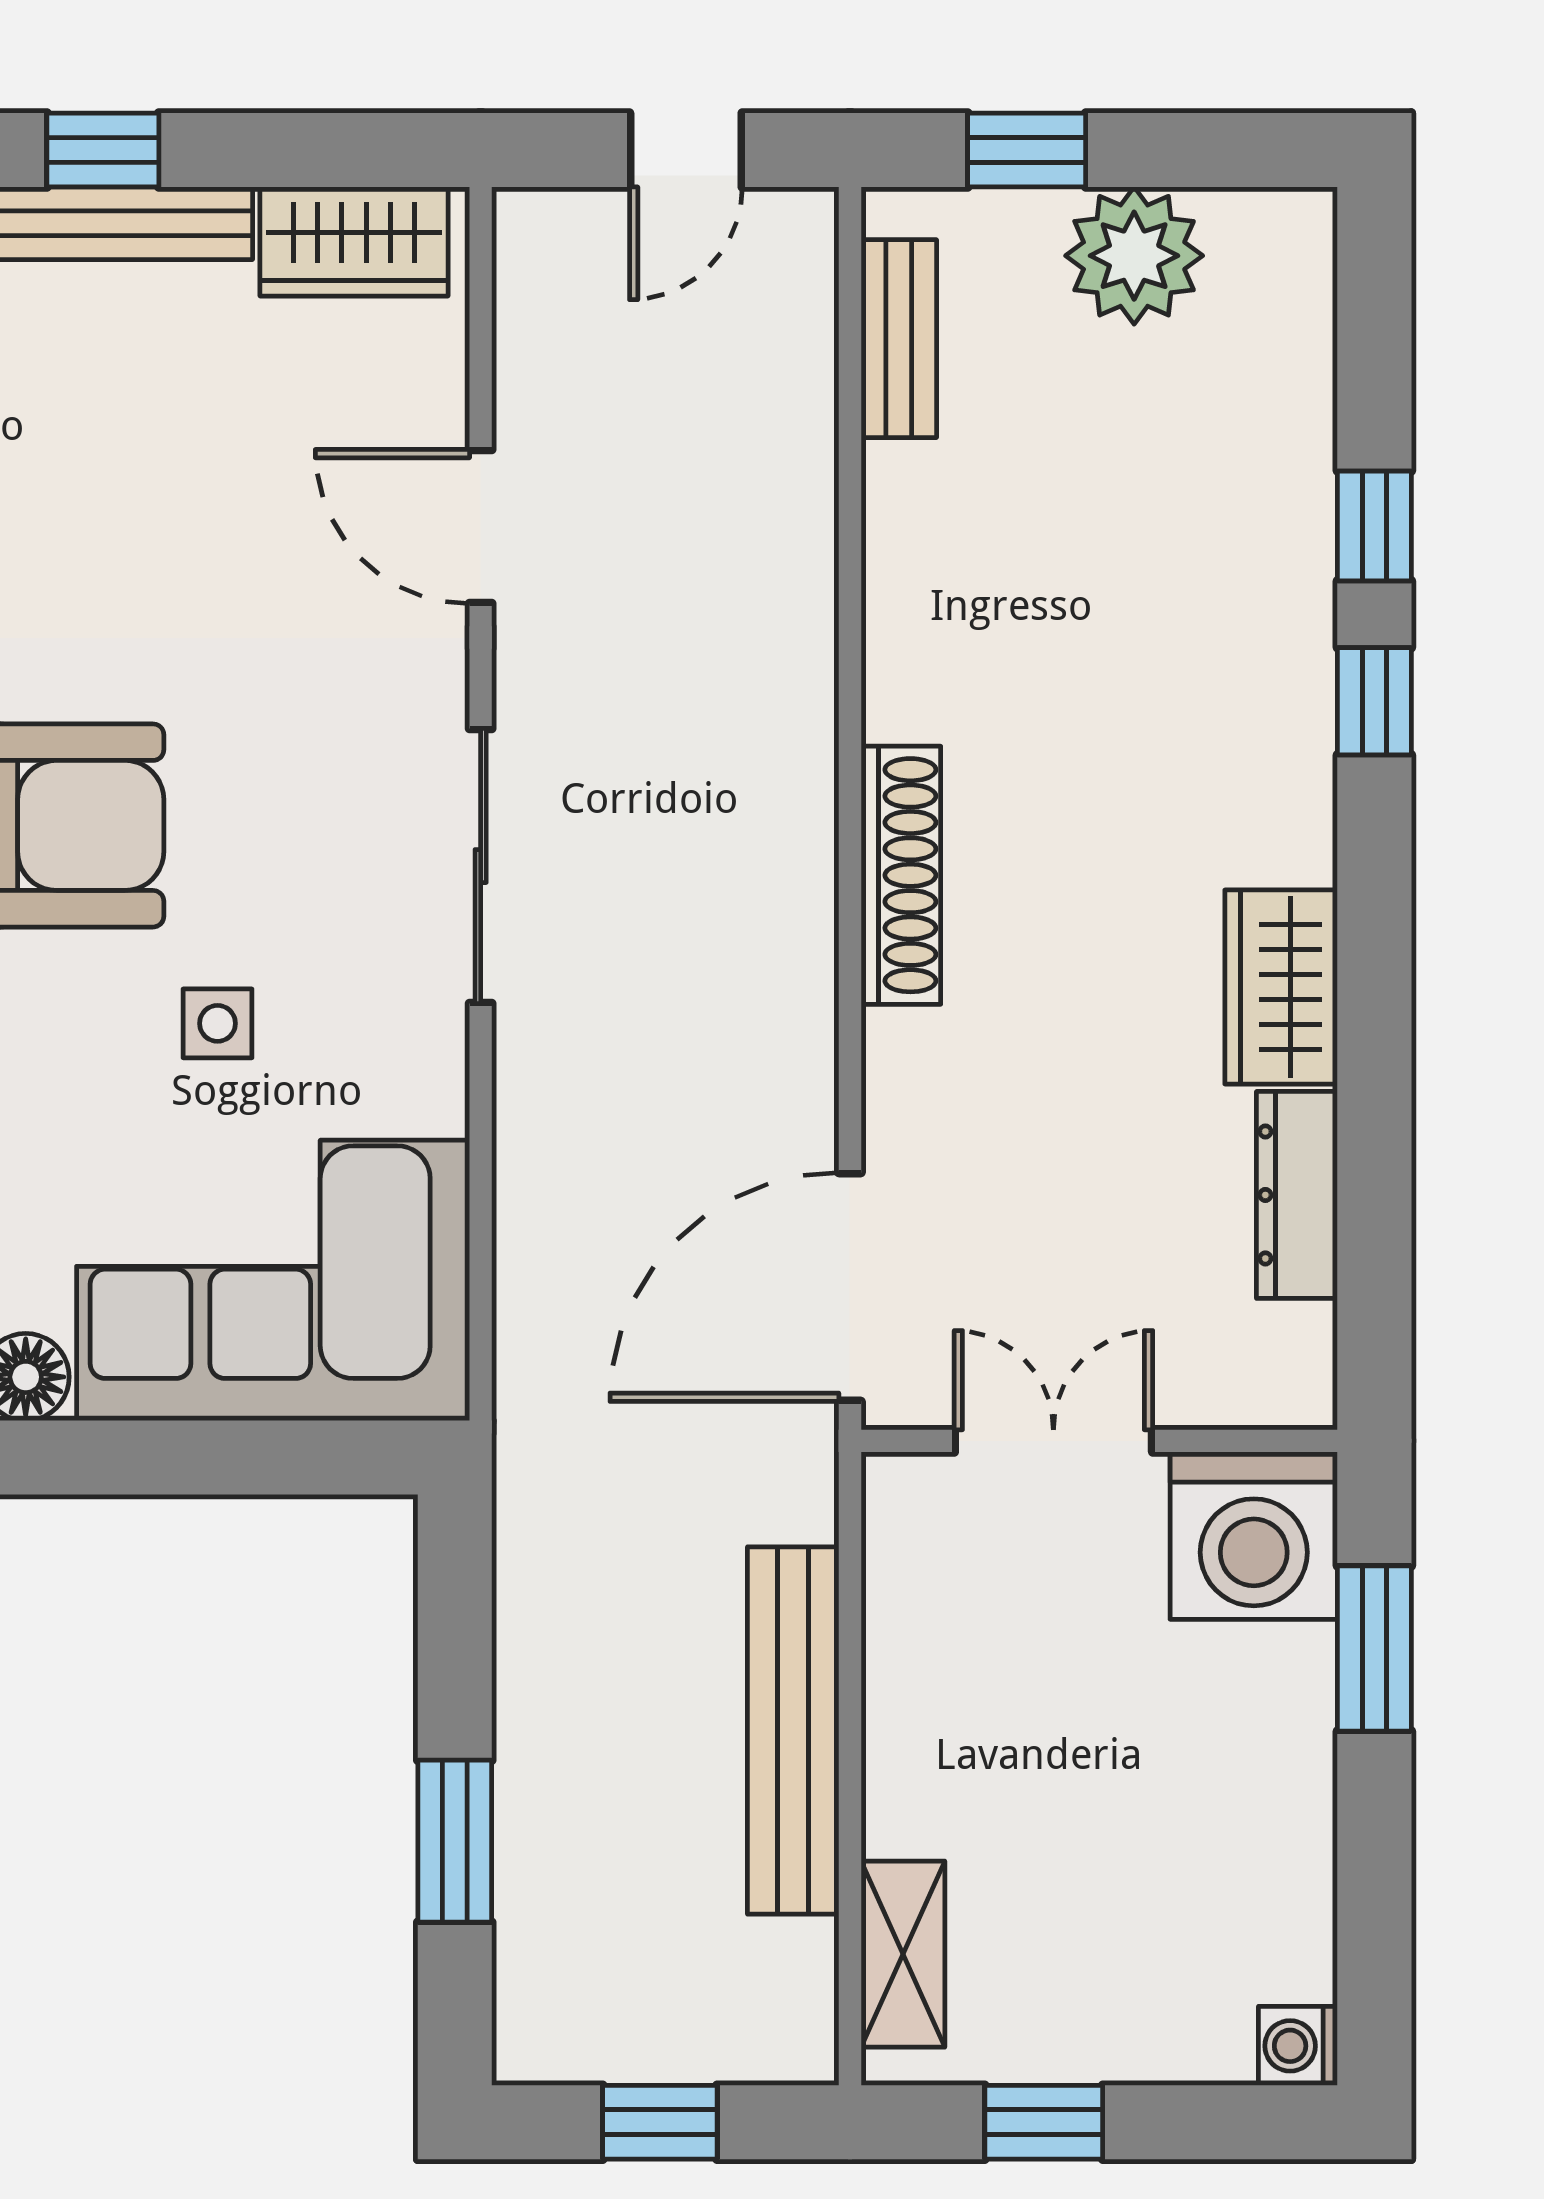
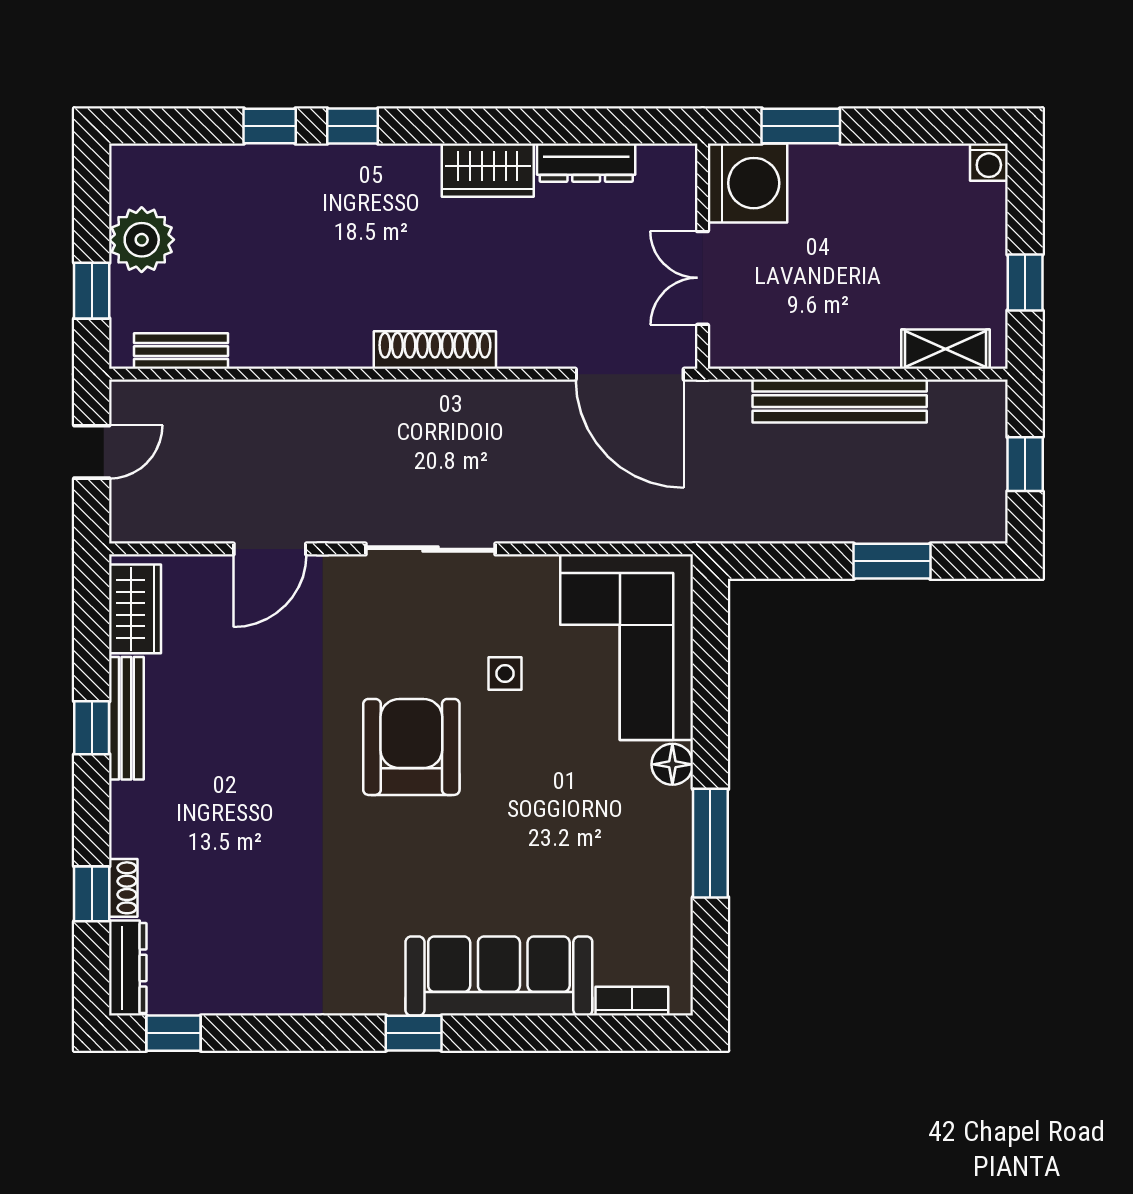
door: (686, 150) -> (92, 452), hinge flipped

